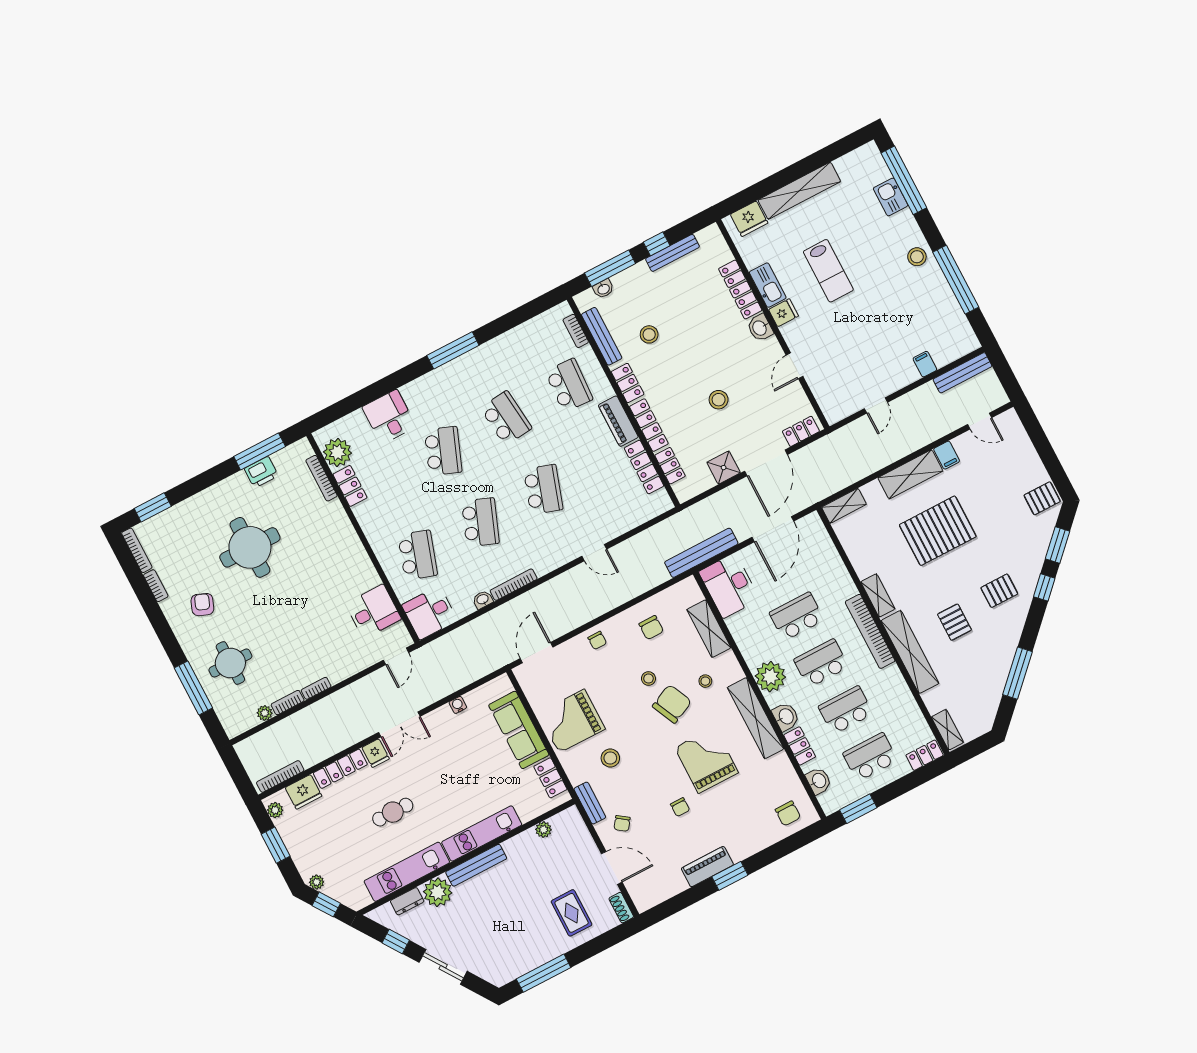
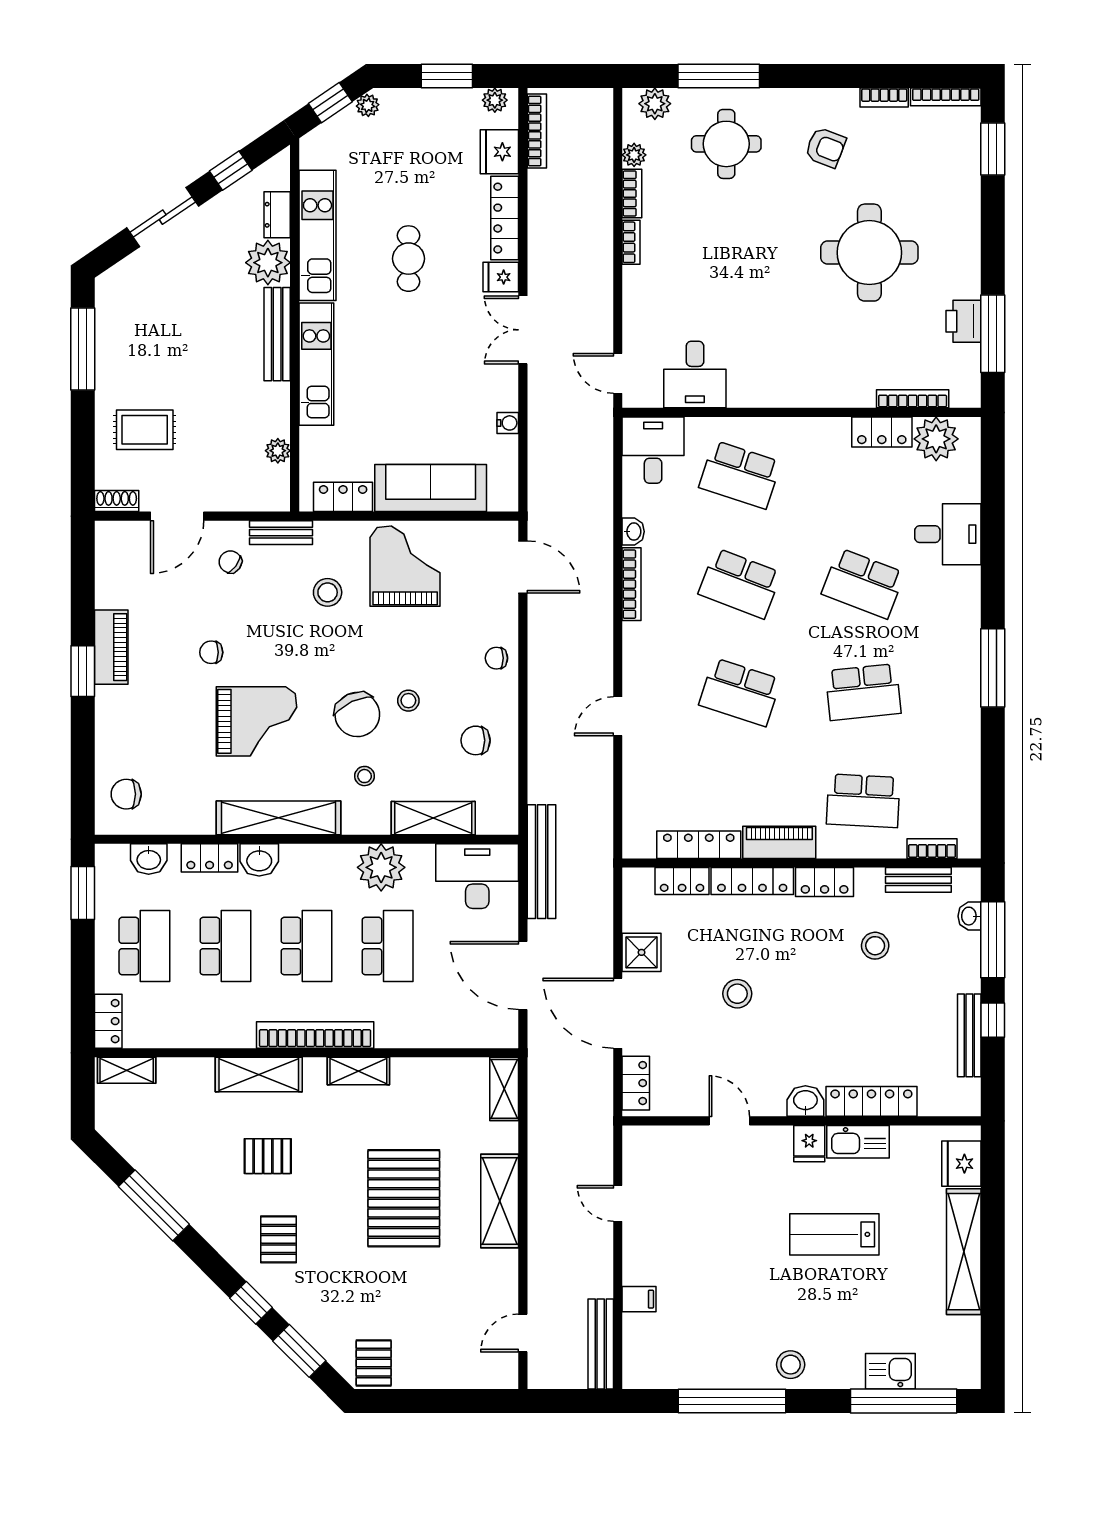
bench: (602, 336) -> (918, 880), width x0.73
filing cabinet: (947, 455) -> (500, 1264), removed
shelving: (910, 652) -> (259, 1075), width x0.68
plant: (770, 677) -> (381, 867), moved
plant: (229, 716) -> (655, 104), added

